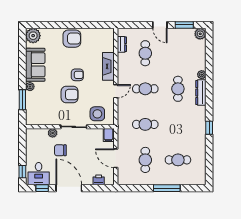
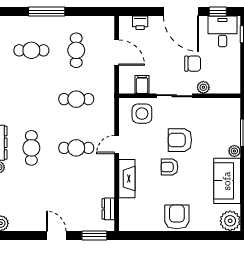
window: (184, 25) -> (94, 235), moved
armchair: (72, 39) -> (177, 217), turned 90
cafe table: (145, 53) -> (76, 197), removed
filing cabinet: (108, 135) -> (142, 84), moved

